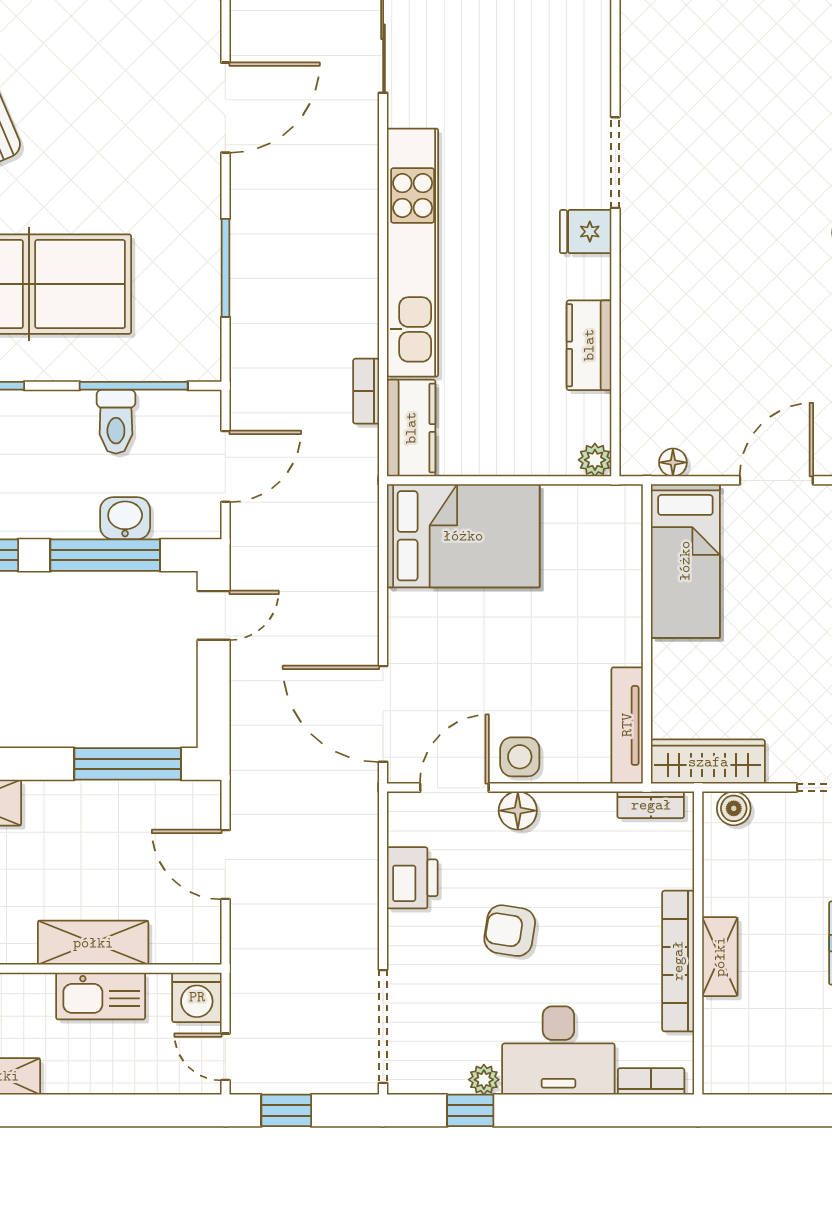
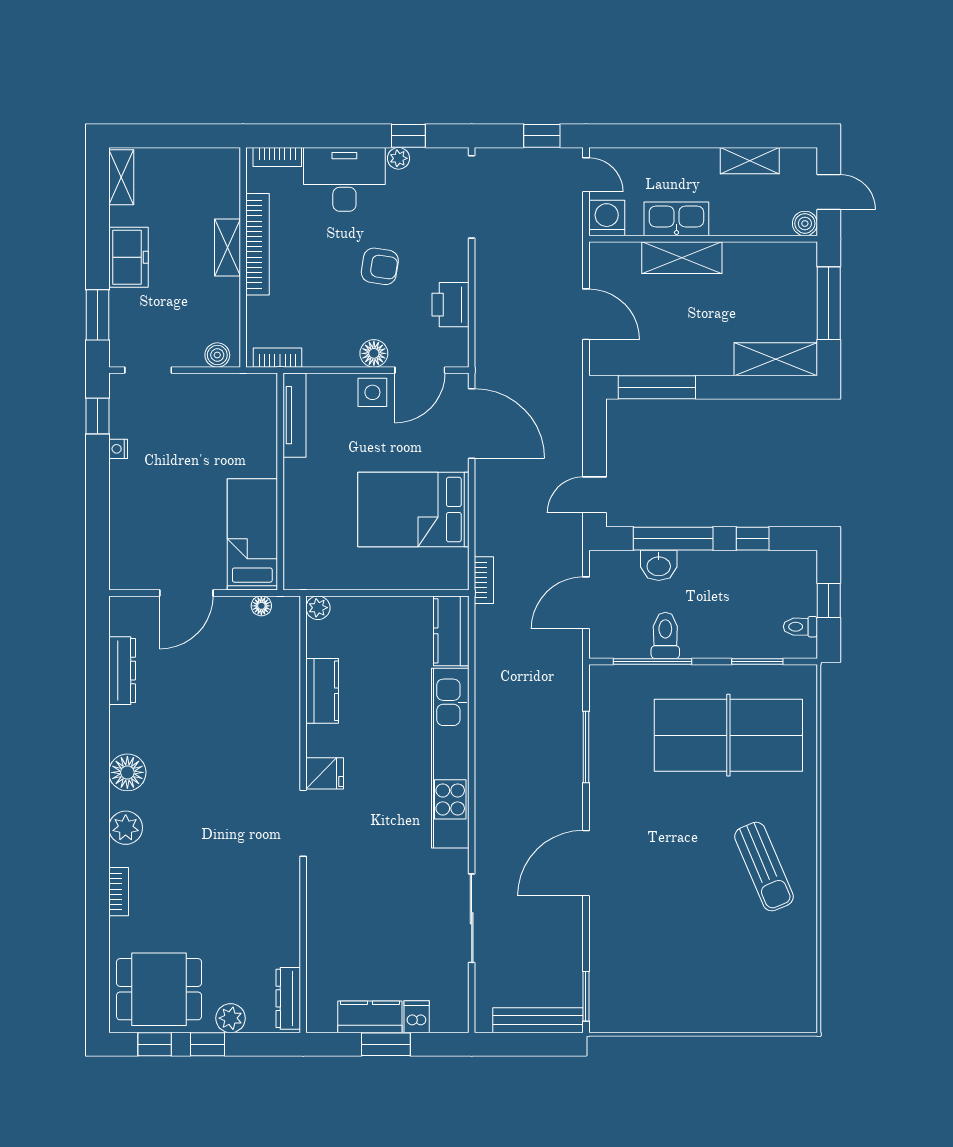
bookcase: (366, 391) -> (484, 580), moved
bed: (463, 536) -> (413, 510), moved
wardrobe: (708, 762) -> (236, 389), removed

